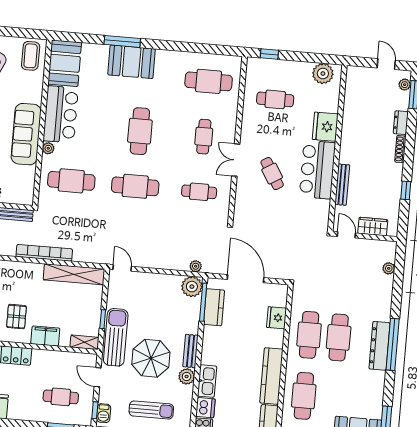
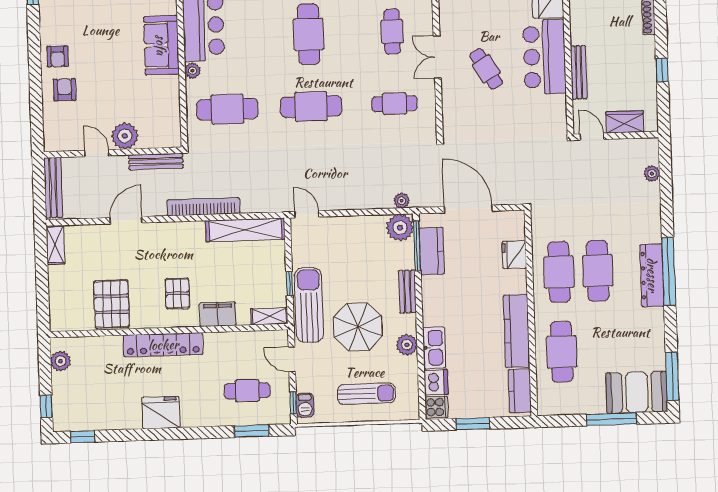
sofa: (26, 134) -> (161, 45), width x0.73
bench: (191, 351) -> (407, 292), moved

